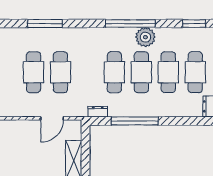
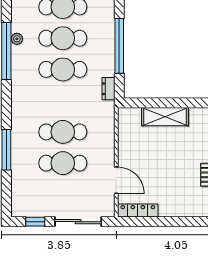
plant: (145, 37) -> (17, 39), width x0.53, depth x0.53
door: (52, 118) -> (116, 180), moved

